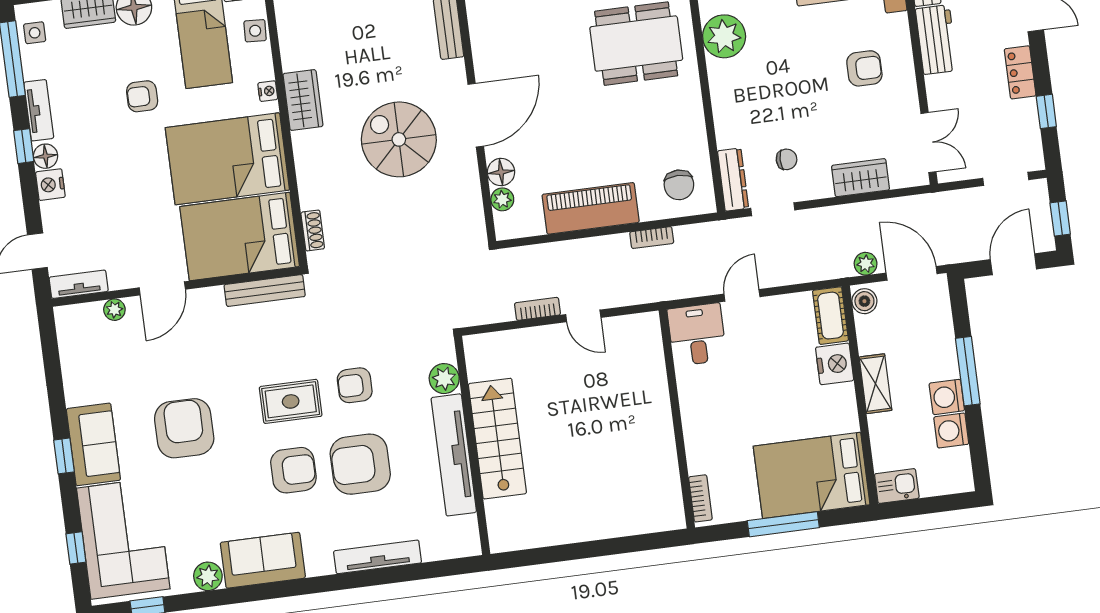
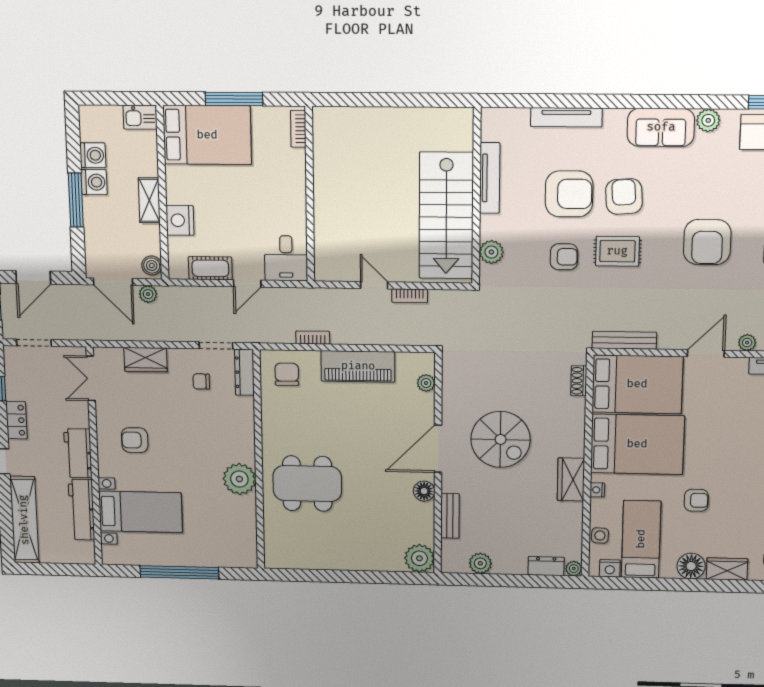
floor lamp: (501, 172) -> (424, 491), moved
cot: (830, 316) -> (210, 268), moved, turned 90
stairs: (497, 439) -> (446, 216), width x1.36, depth x1.51
tv unit: (454, 455) -> (490, 178), width x0.73, depth x0.78
armchair: (293, 470) -> (624, 196), turned 86

